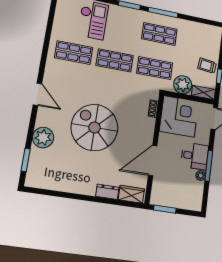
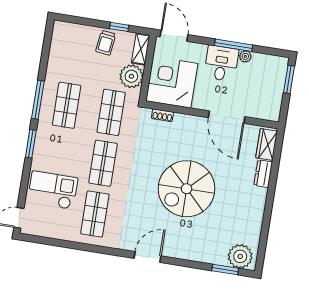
plant: (43, 138) -> (240, 256), moved
window: (165, 209) -> (289, 79), moved

